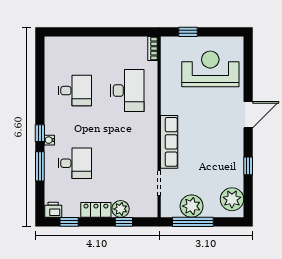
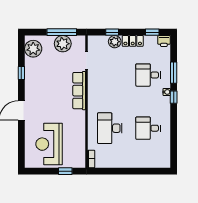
reception desk: (210, 69) -> (49, 144), turned 90

